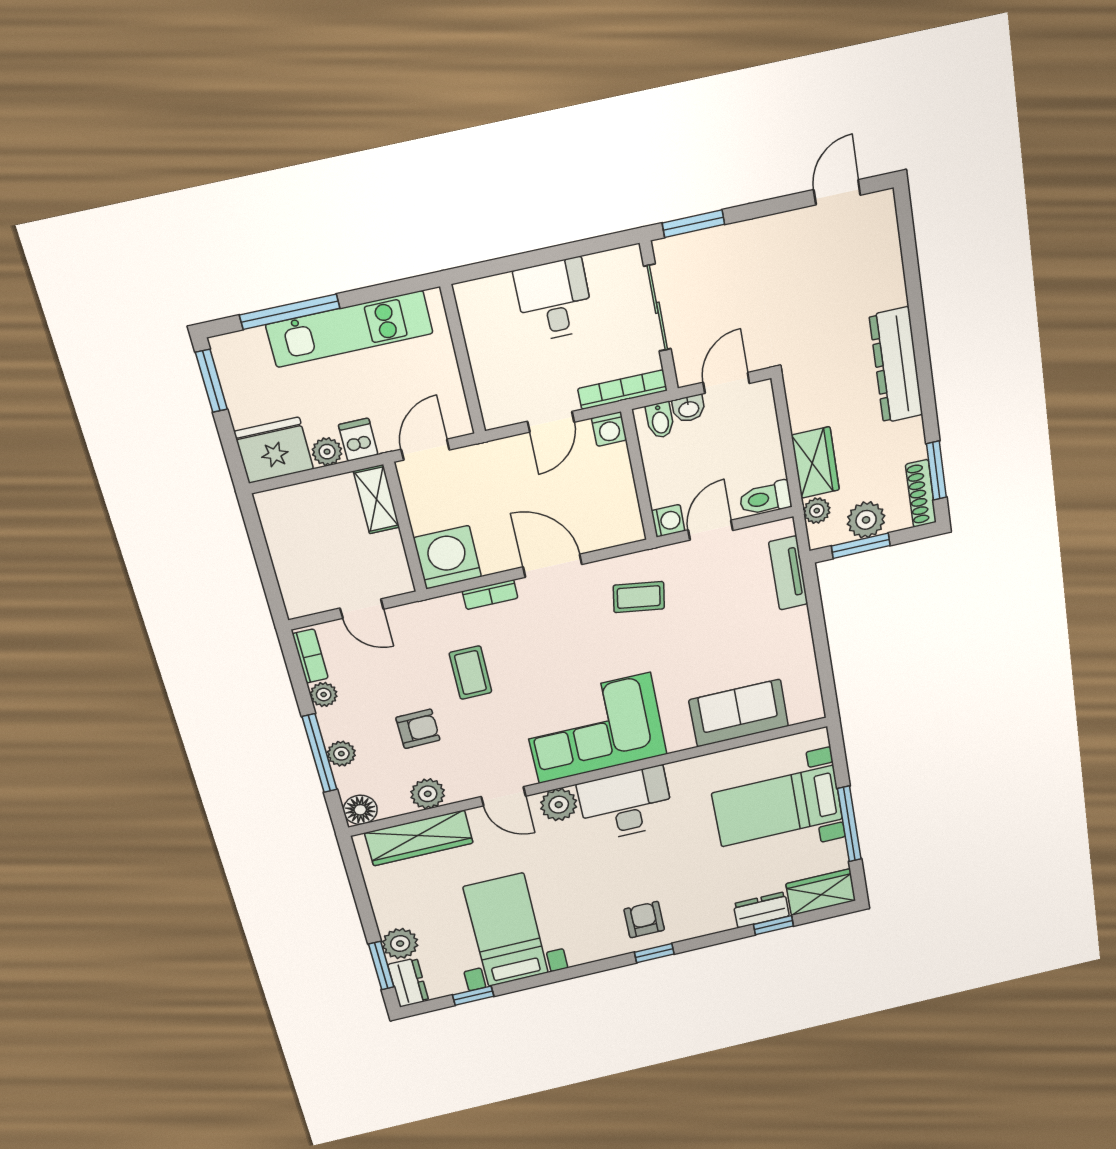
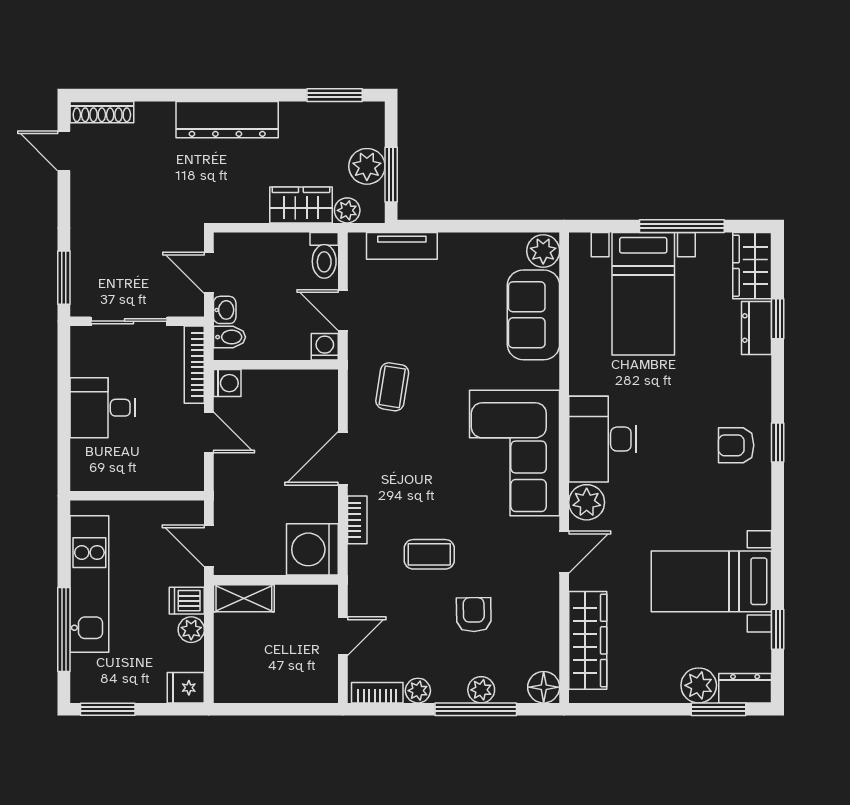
fridge: (274, 450) -> (186, 688), width x0.53, depth x0.75
shoe rack: (921, 493) -> (102, 112), moved
plant: (428, 794) -> (543, 251), moved

